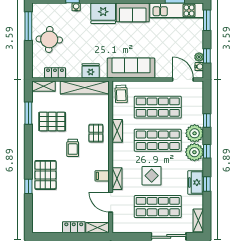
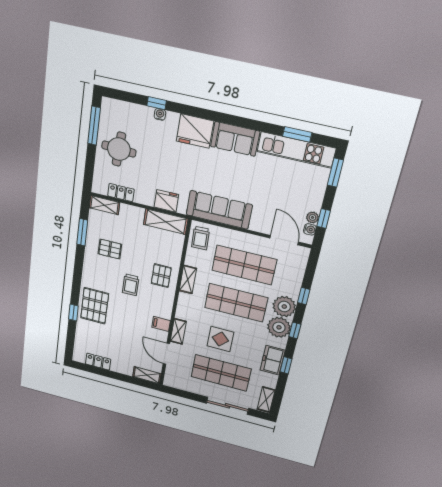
shelving: (85, 88) -> (166, 222), width x0.68
pallet: (52, 121) -> (110, 249), width x0.67, depth x0.71
locker: (74, 227) -> (98, 362), moved

